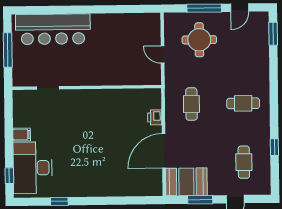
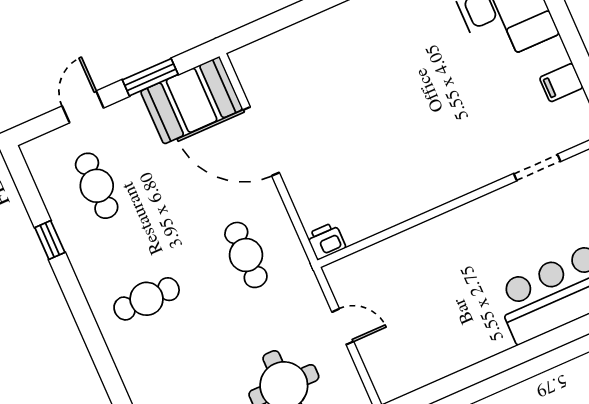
printer: (155, 117) -> (326, 241), moved, turned -90
filing cabinet: (22, 134) -> (561, 83), moved
door: (164, 151) -> (261, 141), swing flipped

